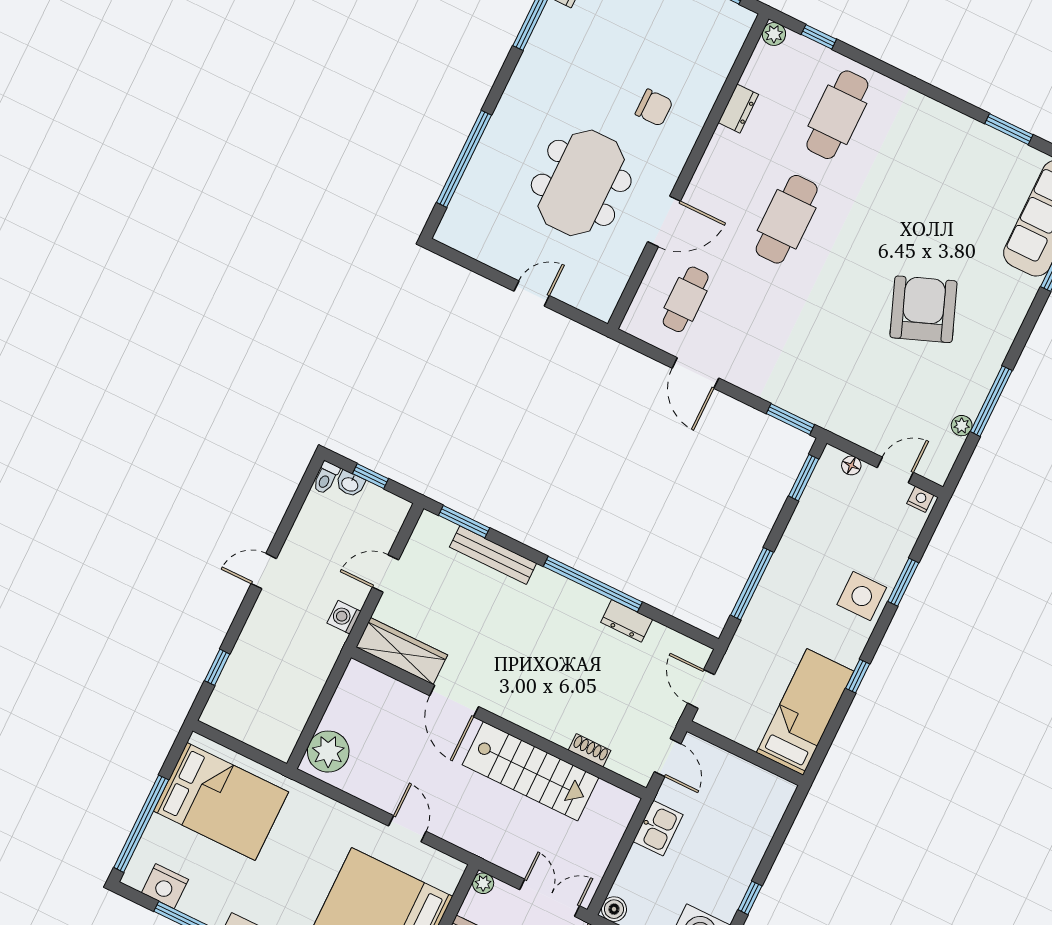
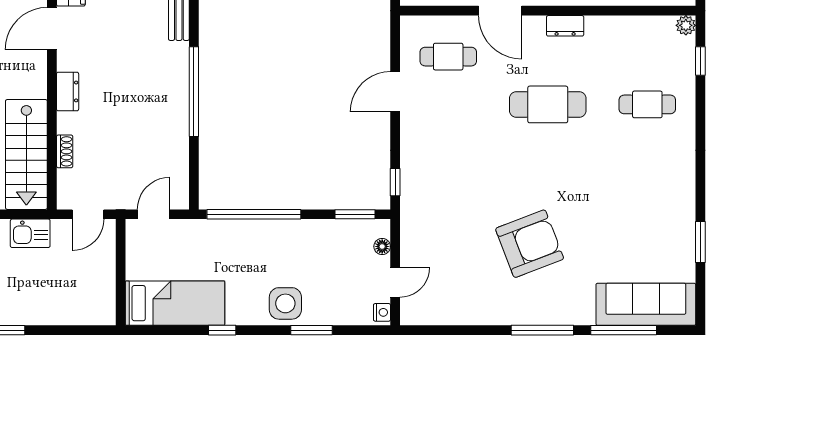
dresser: (738, 109) -> (565, 26), moved
cafe table: (837, 115) -> (647, 104), width x0.73, depth x0.74
window: (991, 401) -> (542, 330), moved
window: (790, 419) -> (395, 182), width x0.67
plant: (962, 426) -> (454, 317), removed
door: (895, 470) -> (395, 282), hinge flipped
window: (752, 584) -> (254, 214), width x1.46
dresser: (627, 621) -> (68, 91), moved, turned 180
stairs: (531, 771) -> (26, 154), moved

